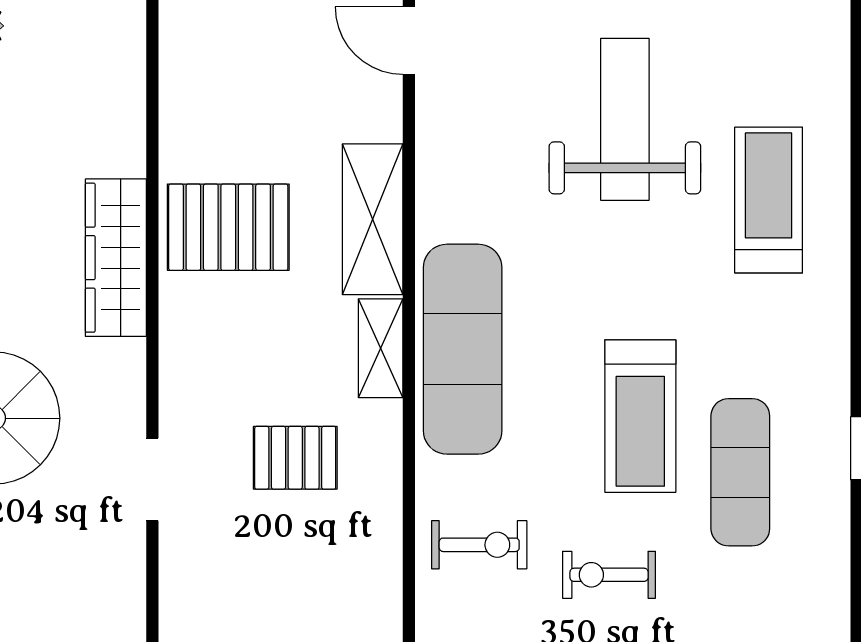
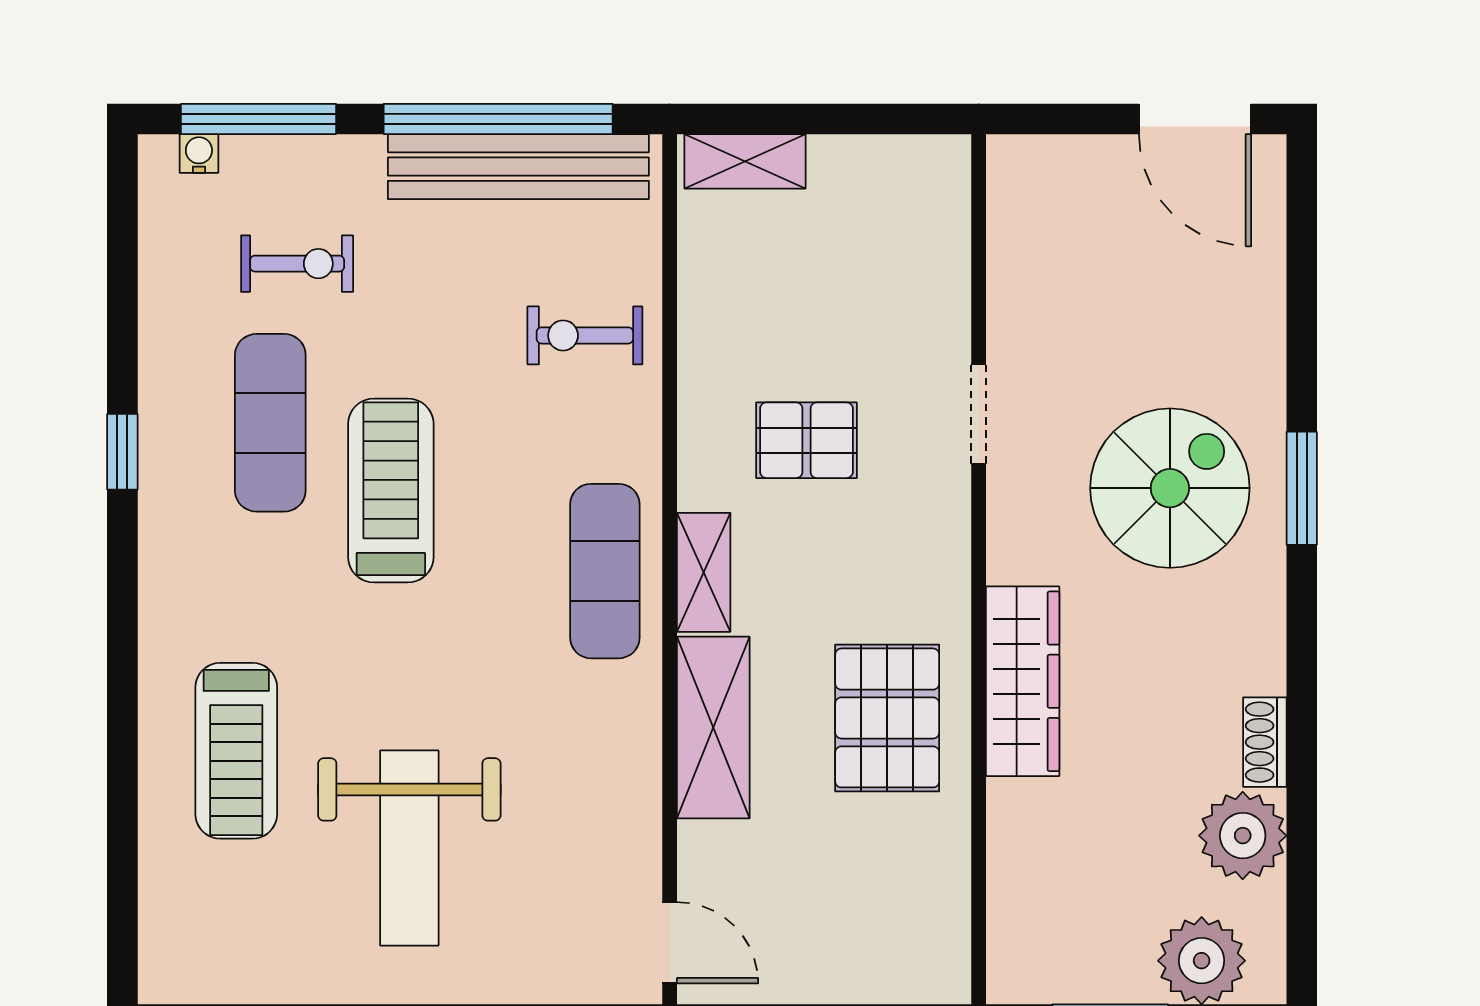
pallet: (228, 227) -> (887, 718), turned 90
exercise mat: (463, 349) -> (605, 571), width x0.73, depth x0.69
exercise bike: (609, 575) -> (297, 264), moved

